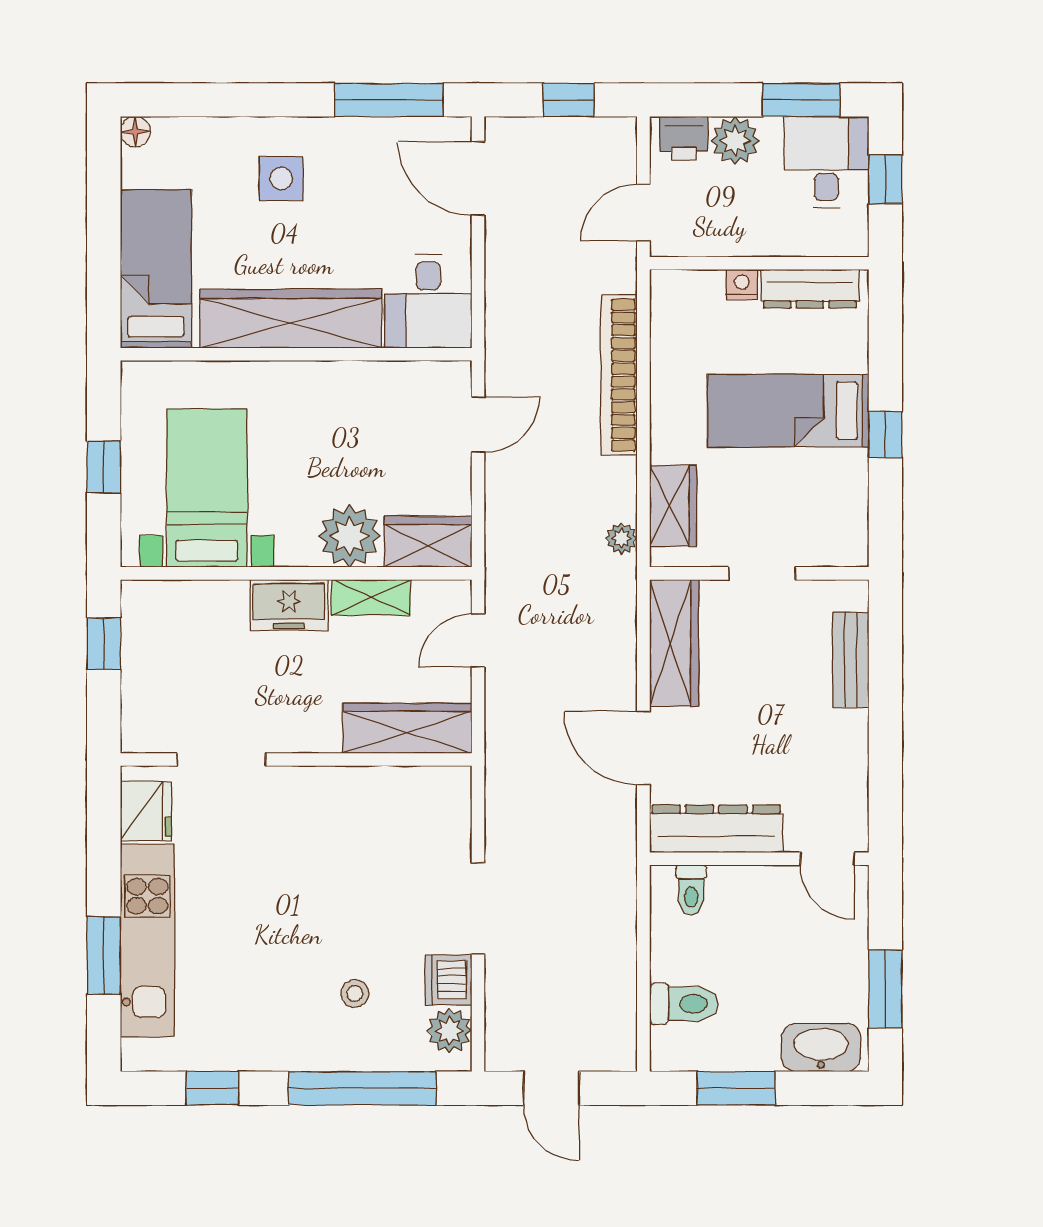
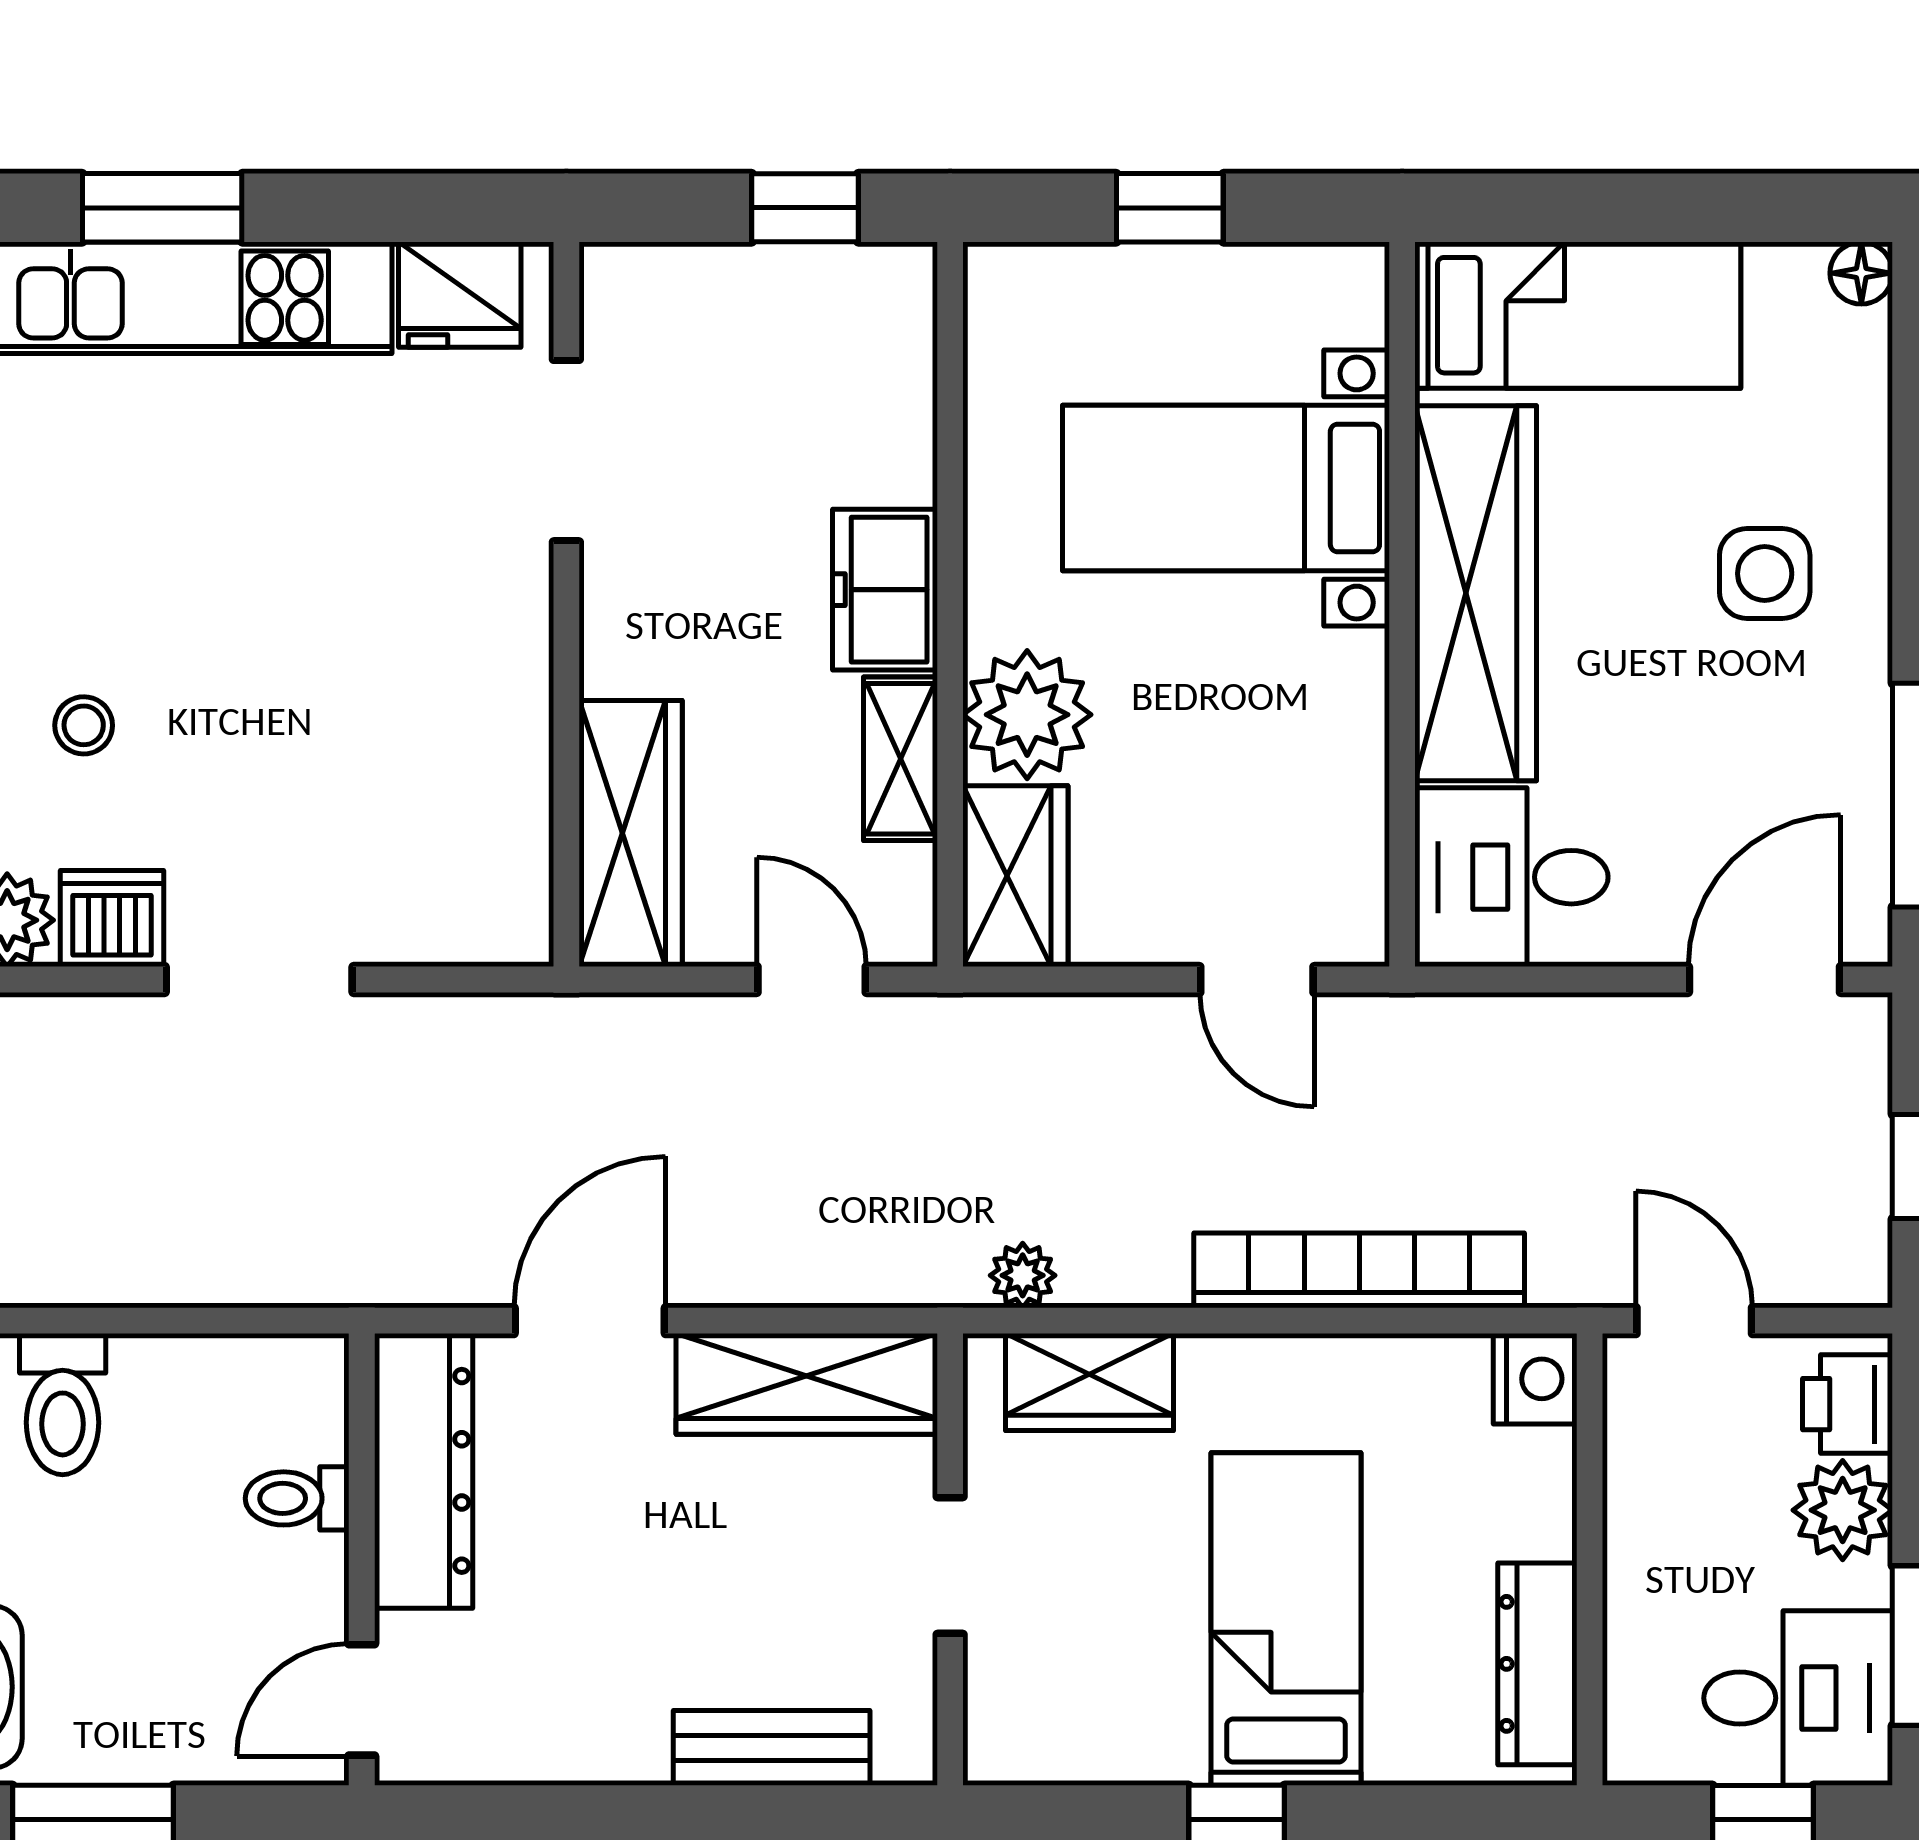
nightstand: (742, 284) -> (1535, 1379), moved, width x1.39, depth x1.35
bed with nightstands: (207, 488) -> (1226, 488), moved, turned 180
toilet: (691, 890) -> (297, 1498), moved

